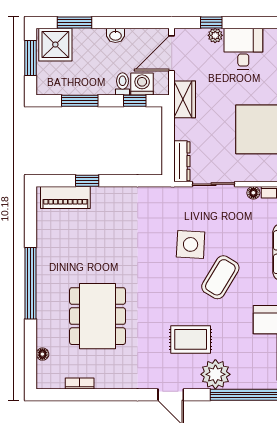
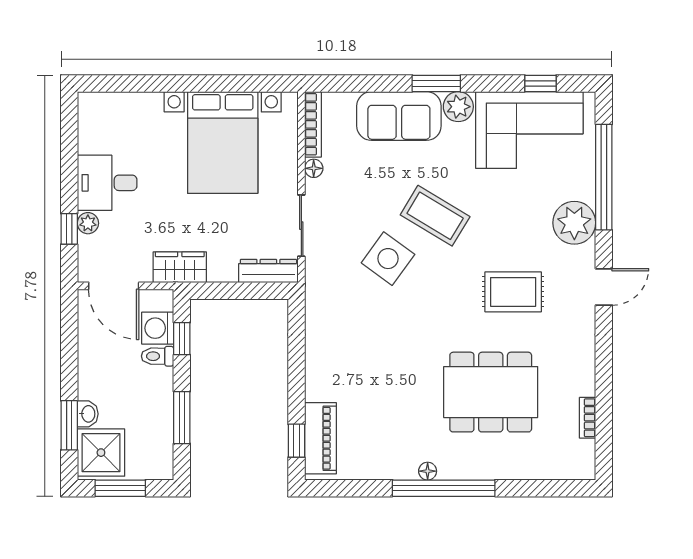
washbasin: (115, 35) -> (88, 414), moved
window: (87, 181) -> (296, 441), moved
side table: (191, 244) -> (388, 259), turned 33
rug: (191, 339) -> (513, 292), moved, turned 90
floor lamp: (42, 354) -> (428, 471), moved

